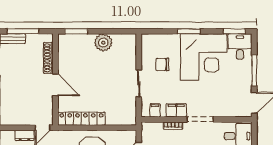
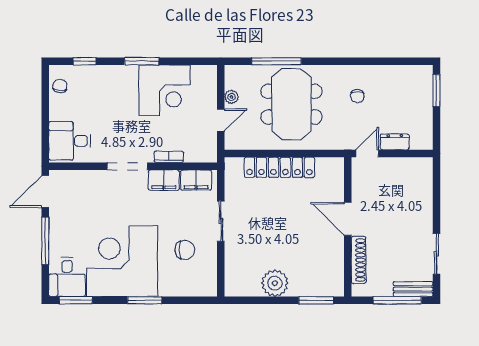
filing cabinet: (155, 110) -> (196, 180), width x2.00
locker: (81, 119) -> (279, 167), moved

